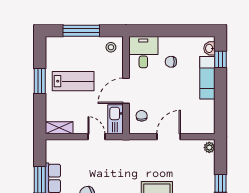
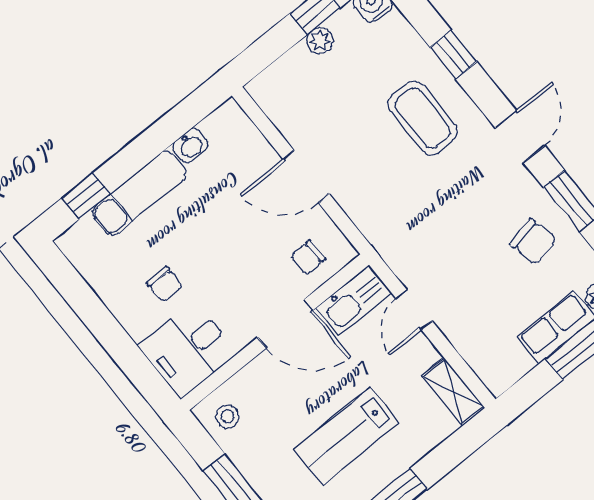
washbasin: (209, 48) -> (190, 146), moved
lab bench: (73, 81) -> (347, 436), turned -90
plant: (209, 147) -> (320, 41), moved

